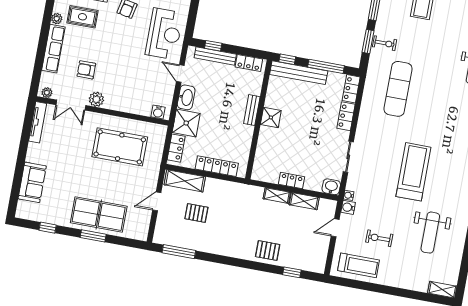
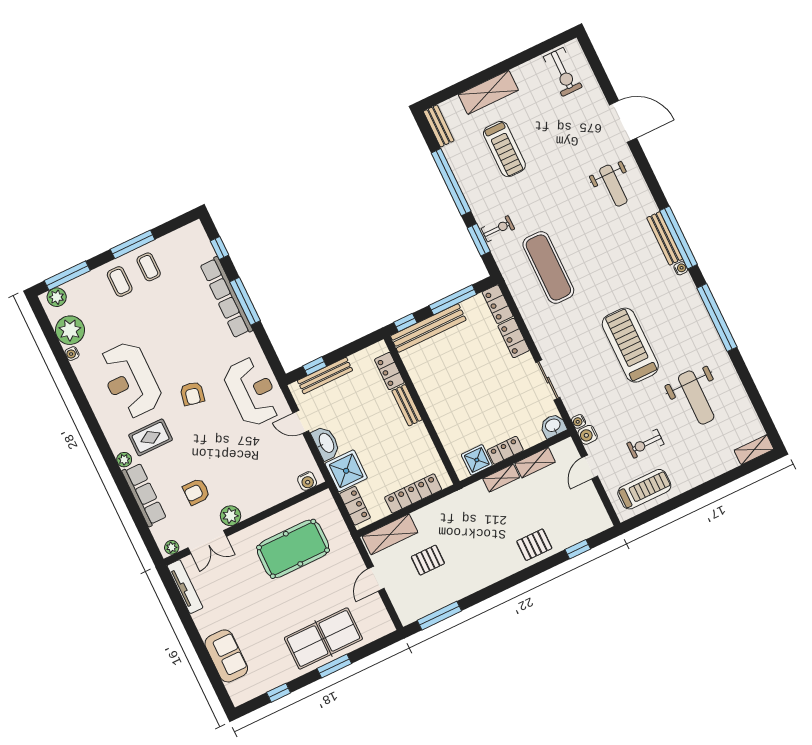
locker: (249, 63) -> (389, 371), moved, turned 90
shower: (271, 117) -> (477, 460), moved

